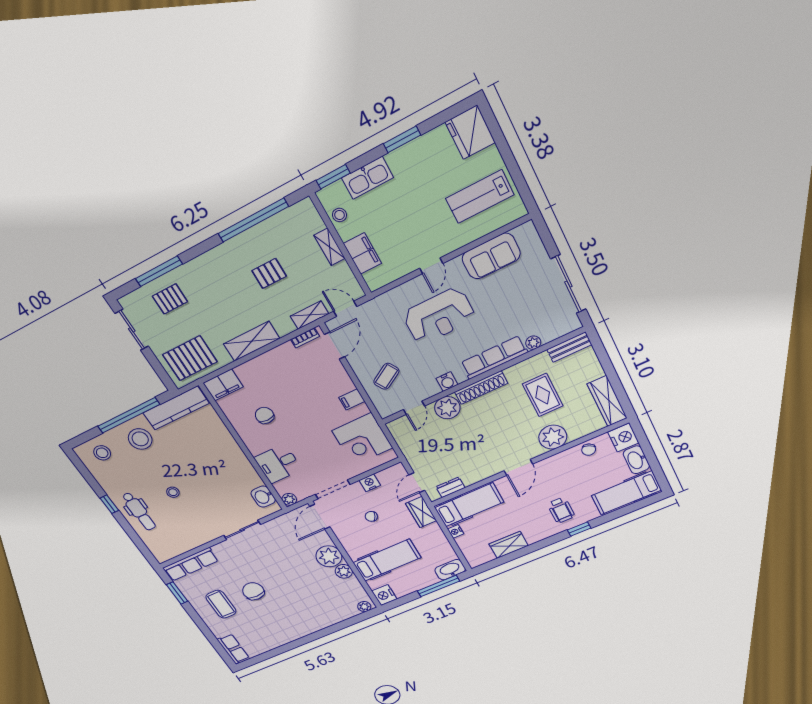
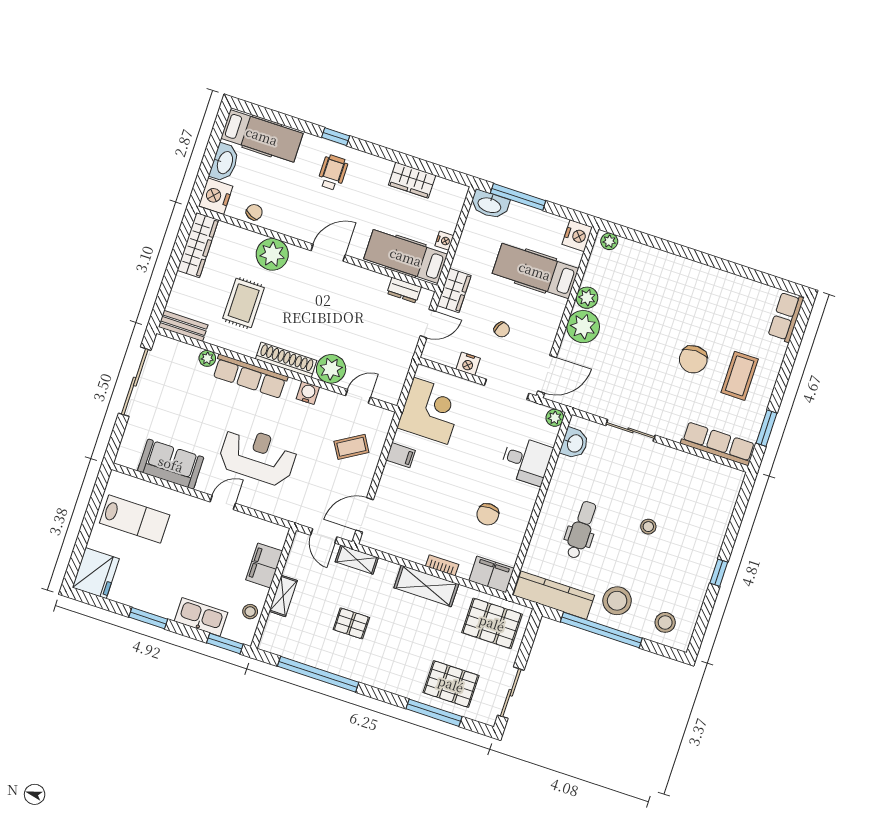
pallet: (170, 299) -> (451, 684), width x1.50, depth x1.42
bookcase: (305, 338) -> (442, 565), moved
dental chair: (139, 511) -> (581, 530), moved

